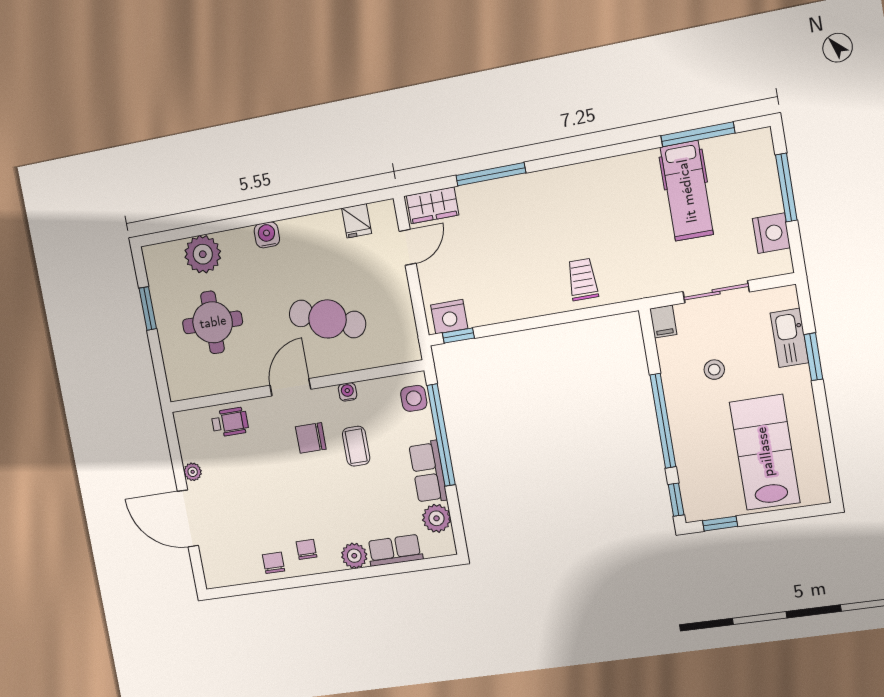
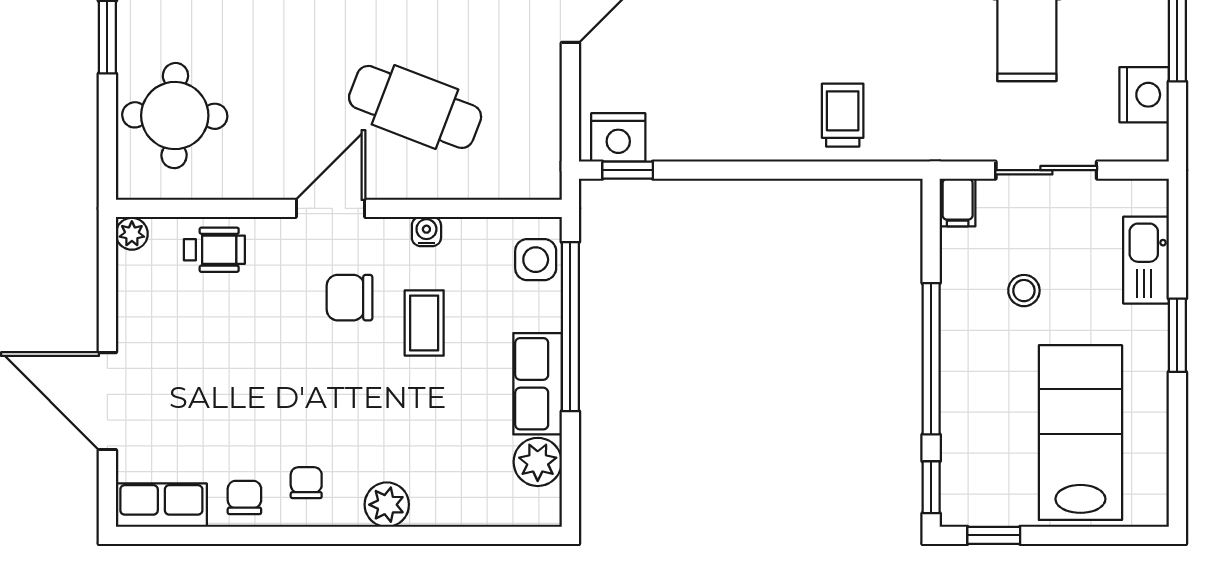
round table: (213, 322) -> (175, 116), moved
window: (813, 357) -> (1177, 335), moved
plant: (193, 472) -> (132, 234), moved
row of seats: (395, 550) -> (161, 505), moved

